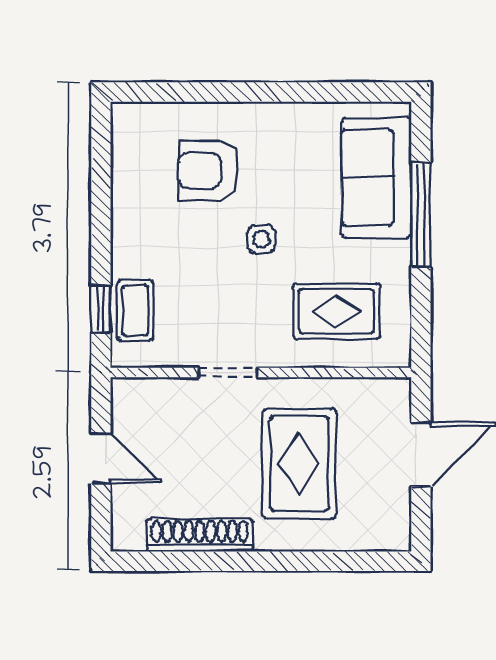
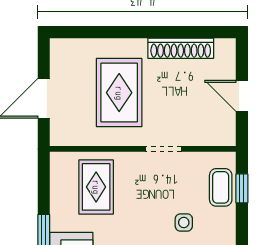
side table: (261, 239) -> (184, 222), moved
rug: (336, 311) -> (96, 187), turned 90

